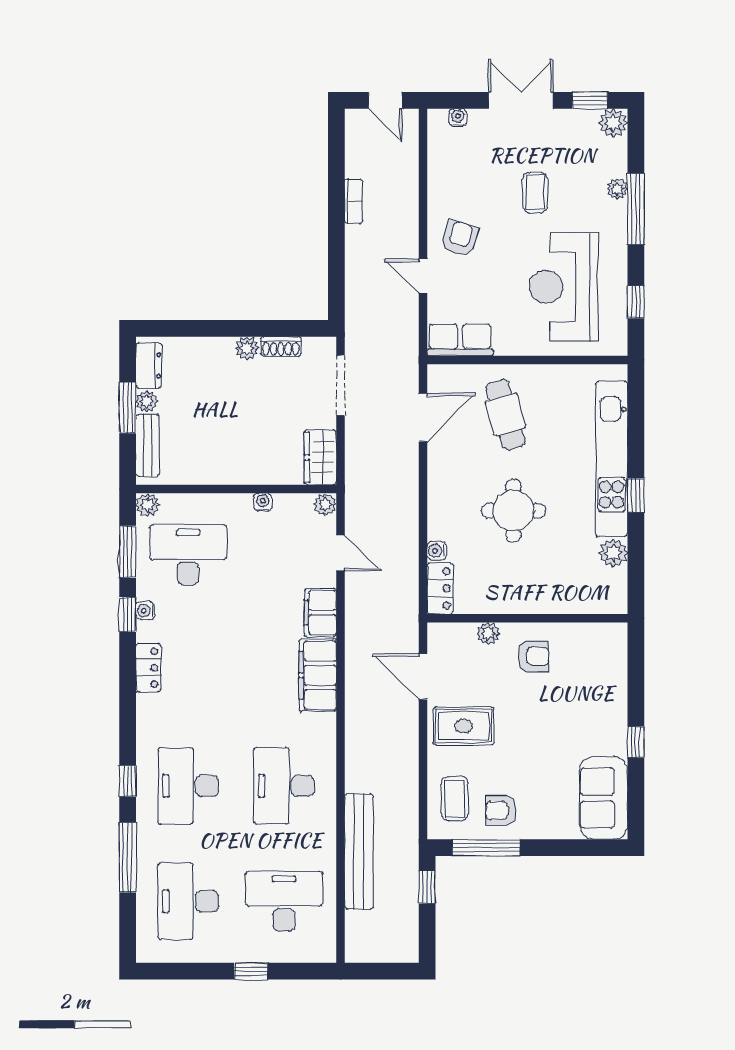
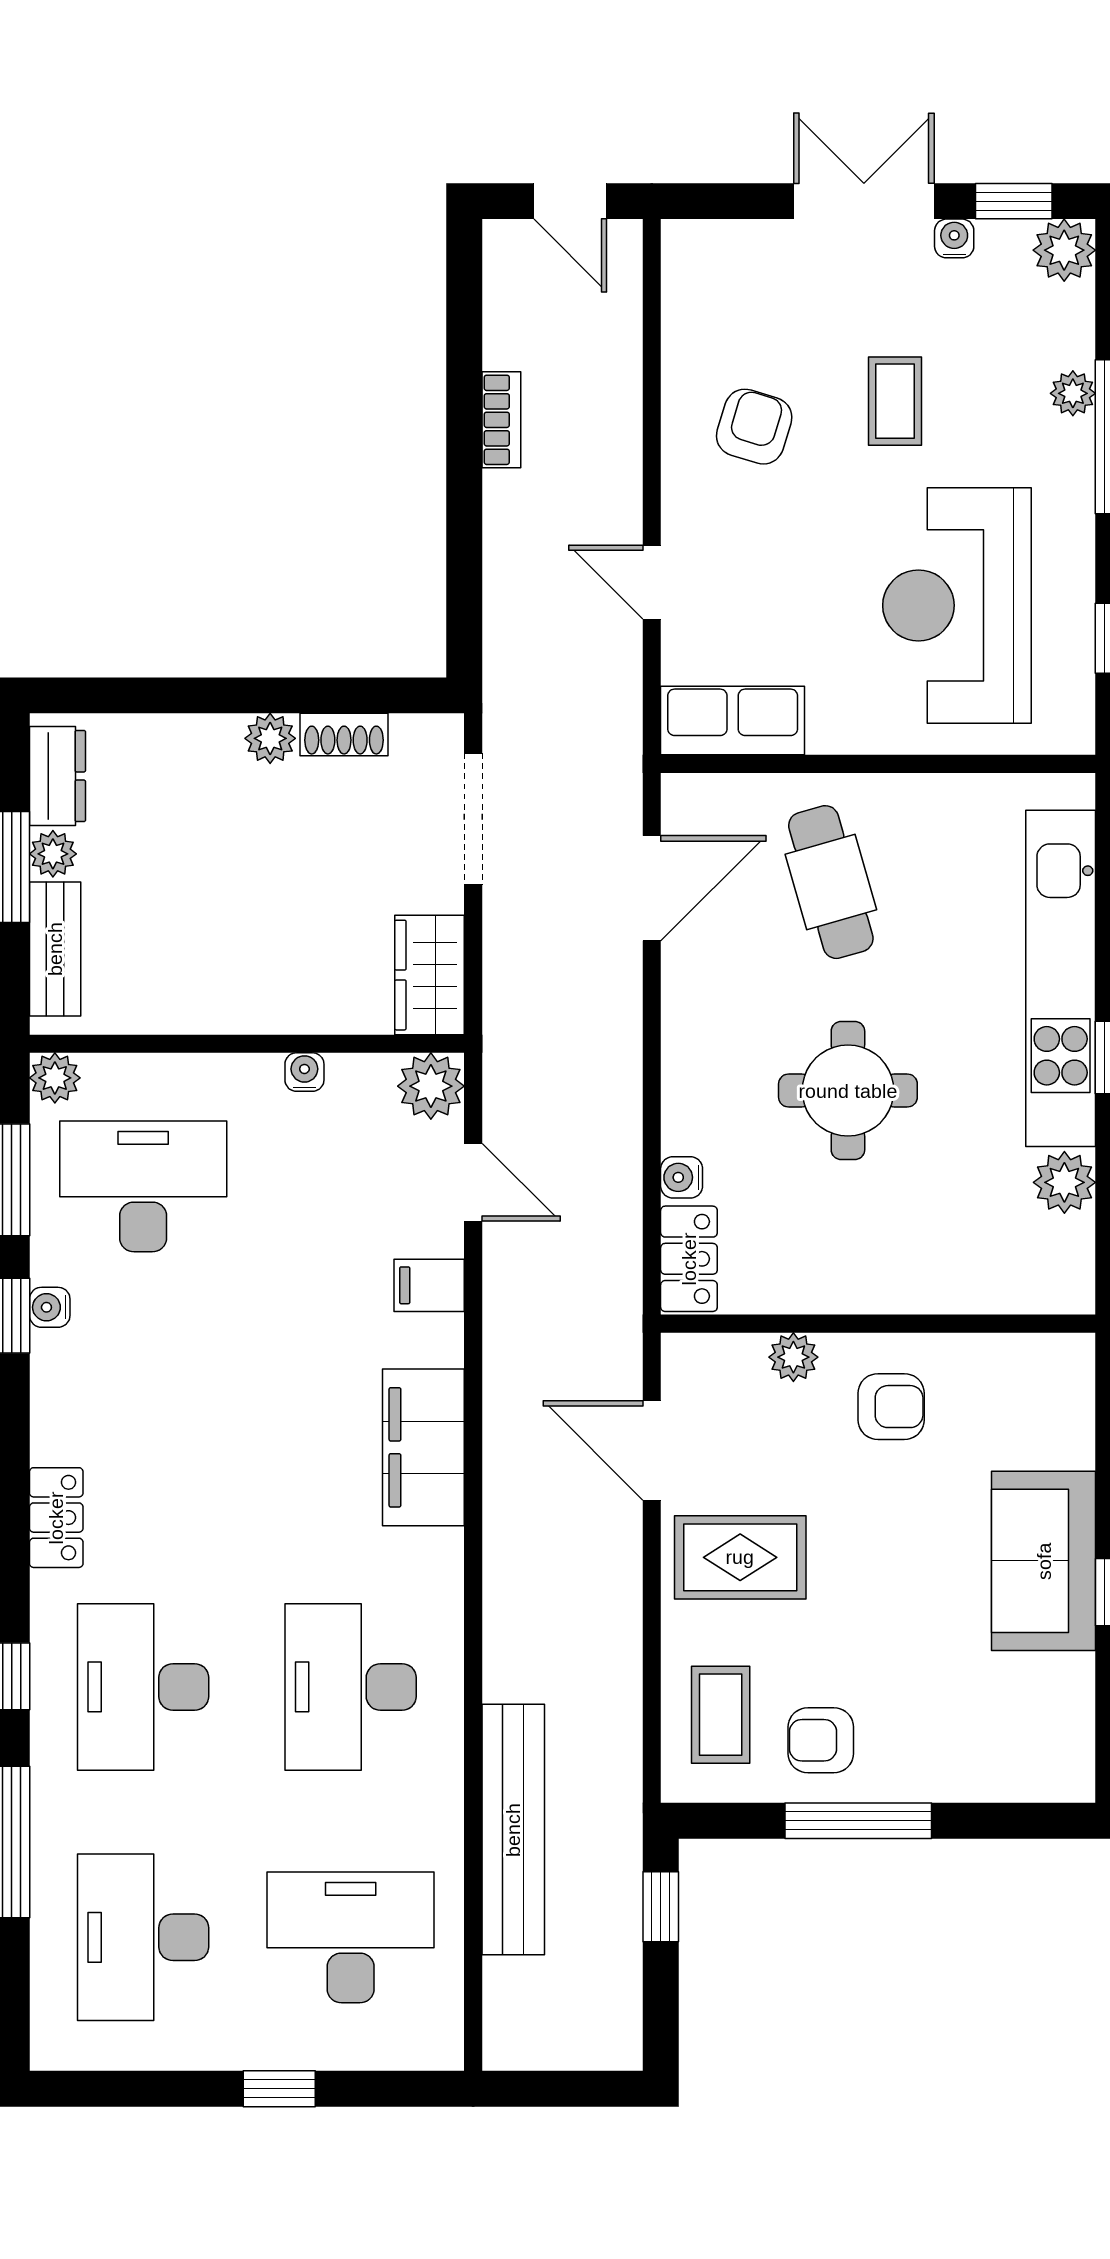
water cooler: (458, 118) -> (954, 238), moved
armchair: (460, 238) -> (754, 427), moved
plant: (325, 504) -> (431, 1086), width x1.38, depth x1.38
filing cabinet: (320, 613) -> (429, 1285), width x0.50
locker: (148, 668) -> (56, 1518), moved
sofa: (604, 798) -> (1044, 1561), moved
window: (486, 848) -> (858, 1821), moved

